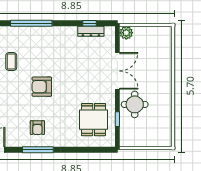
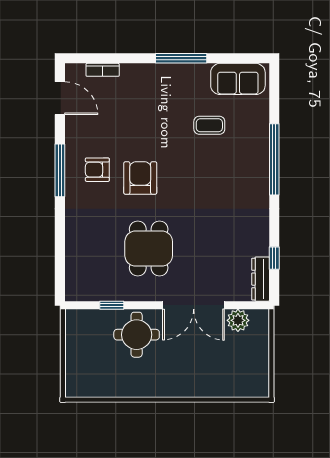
dresser: (91, 31) -> (261, 279), moved
plant: (126, 33) -> (238, 320), moved
armchair: (42, 87) -> (140, 178), moved
dining table: (94, 120) -> (149, 249), moved, turned 90

